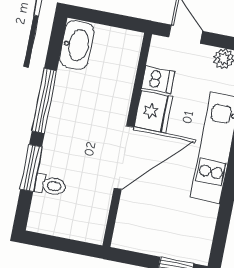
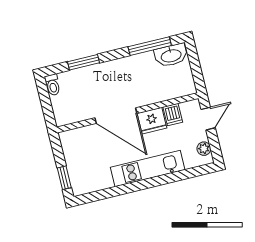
window: (44, 101) -> (150, 46), moved
toilet: (50, 185) -> (53, 85), moved

